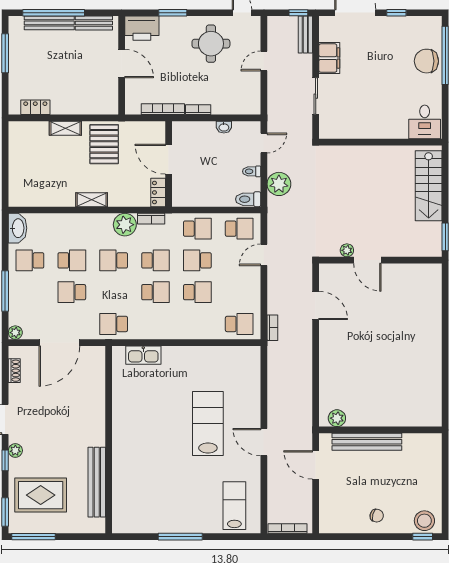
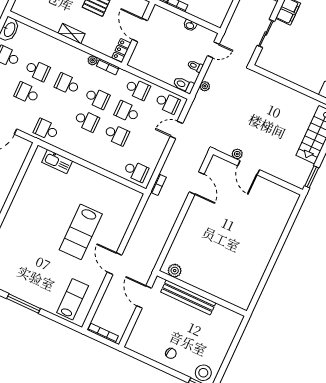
plant: (279, 184) -> (205, 86), width x0.53, depth x0.53
plant: (125, 225) -> (93, 60), width x0.53, depth x0.53
lab bench: (208, 424) -> (81, 232), turned 180

